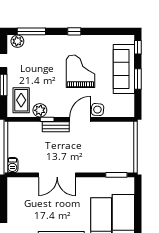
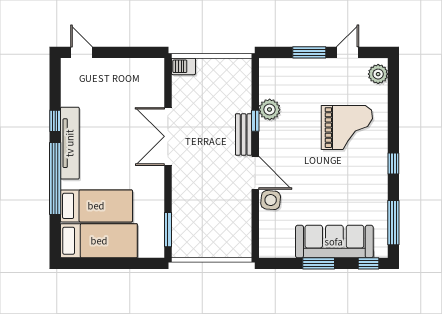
window: (31, 31) -> (393, 223), moved
grand piano: (80, 71) -> (347, 128), moved
rug: (21, 100) -> (285, 80), removed

